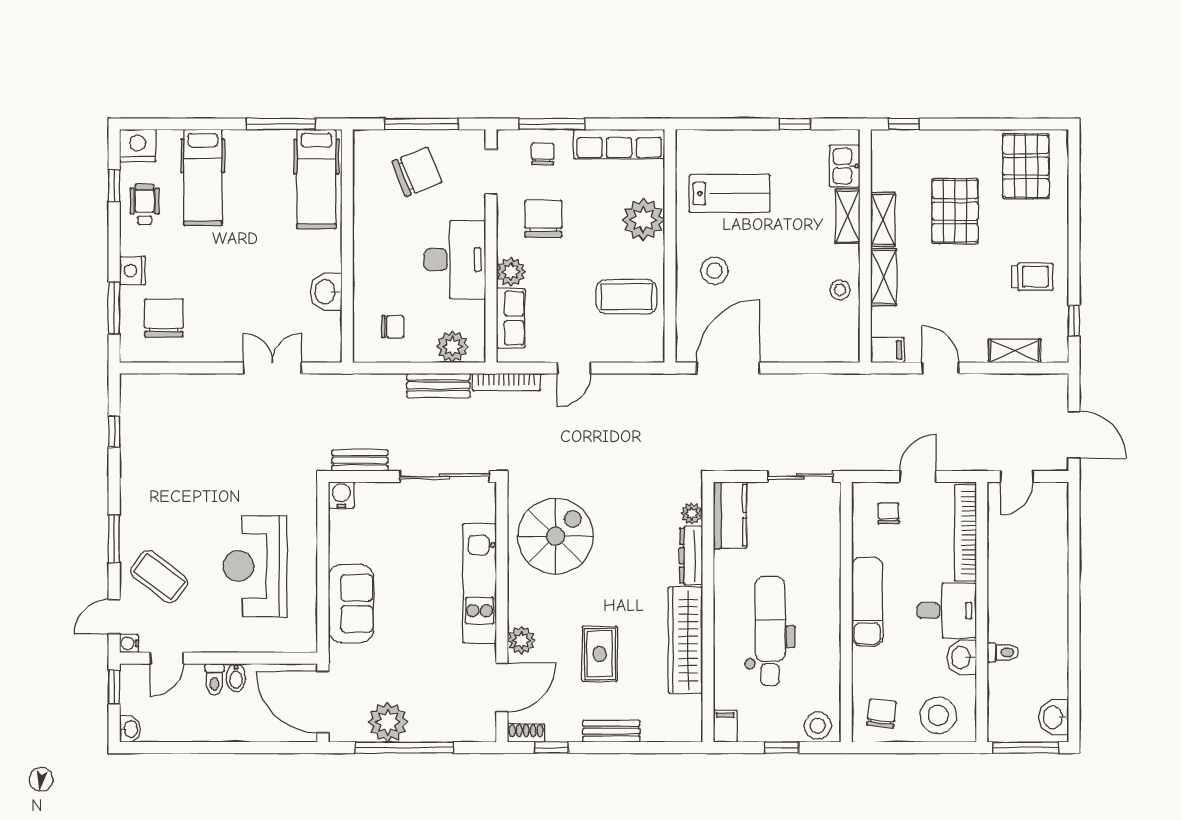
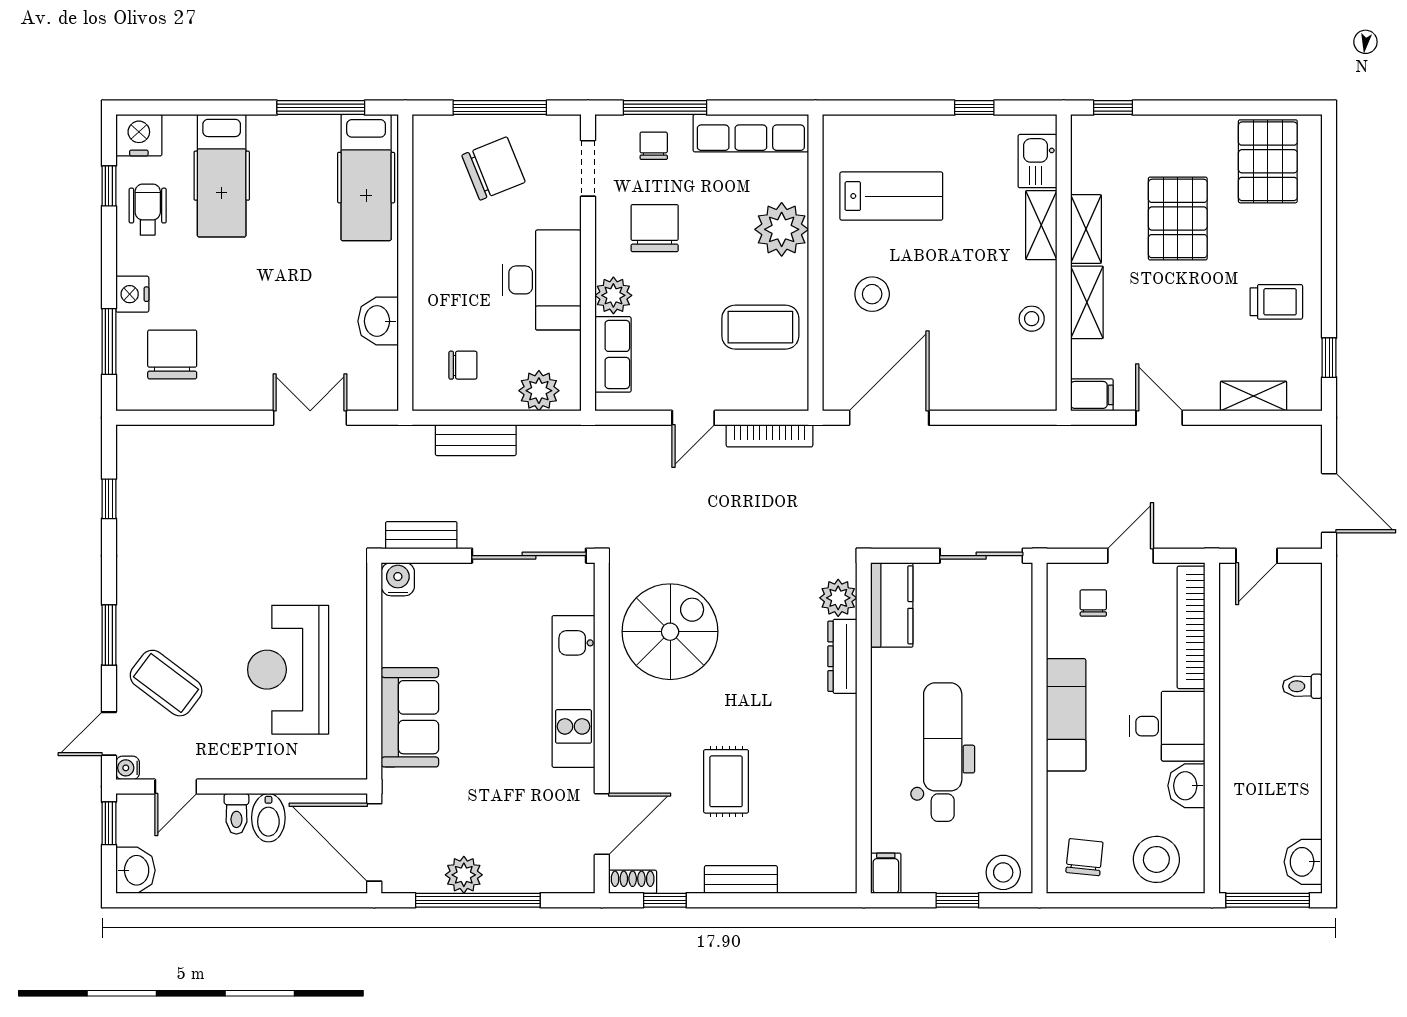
bookcase: (506, 382) -> (769, 436), moved
bench: (438, 386) -> (476, 440), moved
plant: (692, 514) -> (838, 598), width x1.38, depth x1.38
plant: (521, 640) -> (626, 764), removed
wardrobe: (685, 640) -> (835, 764), removed
toilet: (1003, 652) -> (1302, 686), moved, turned 180
bidet: (236, 678) -> (268, 818), width x1.38, depth x1.36
plant: (388, 722) -> (464, 875), width x0.73, depth x0.73
washbasin: (130, 729) -> (135, 870), width x1.38, depth x1.45

